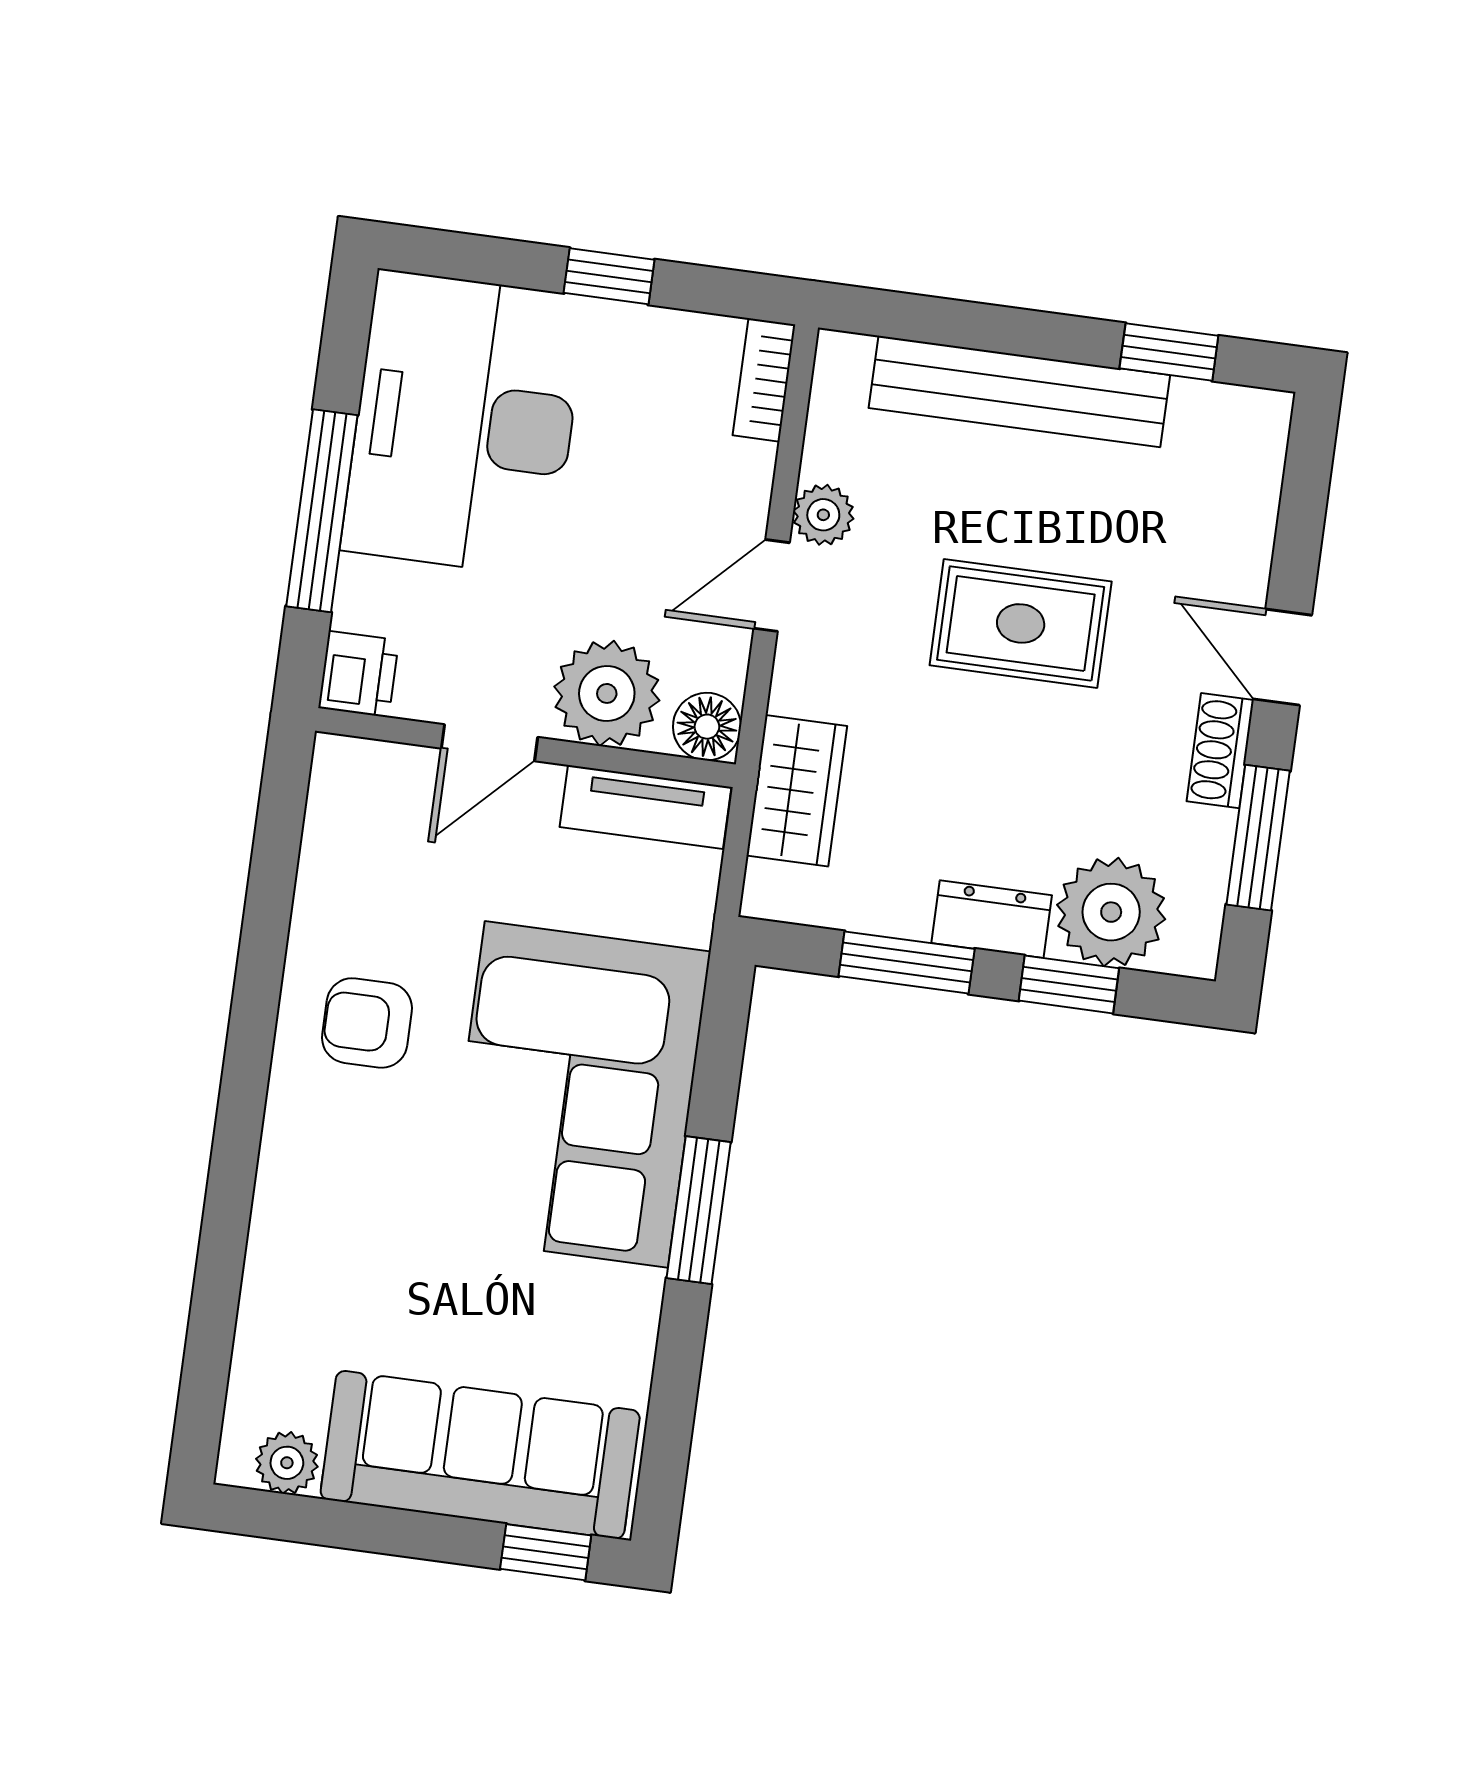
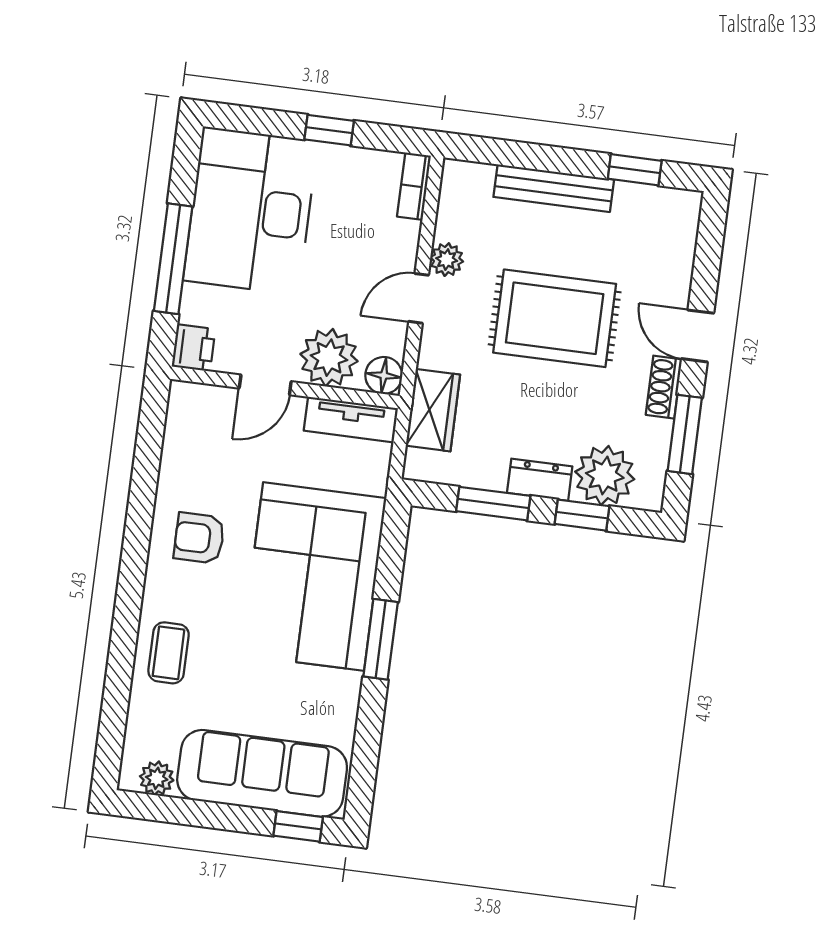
bench: (1019, 392) -> (554, 188), width x0.73, depth x0.82
rug: (1021, 623) -> (555, 318), width x1.36, depth x1.43
coffee table: (310, 1233) -> (169, 653), added

